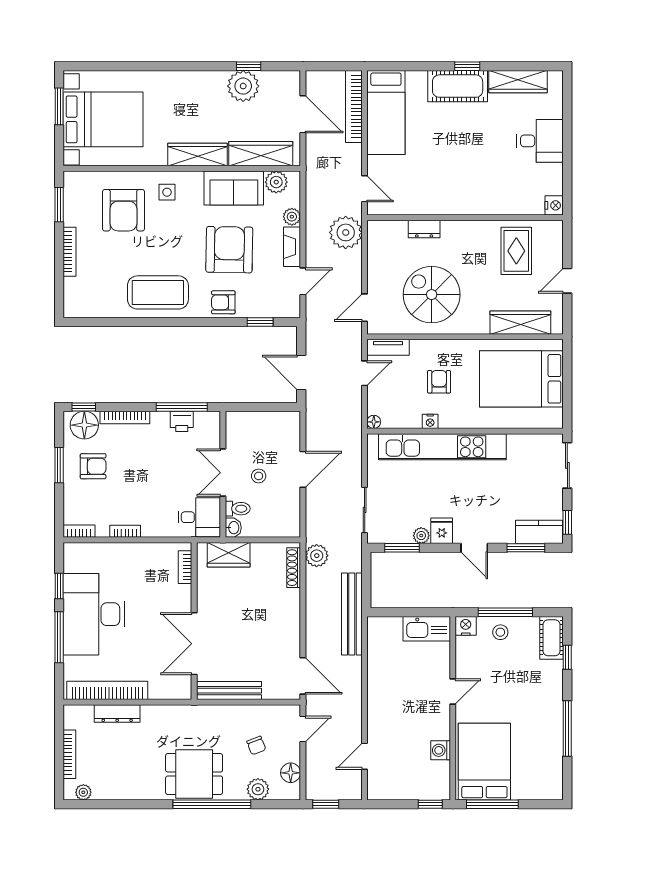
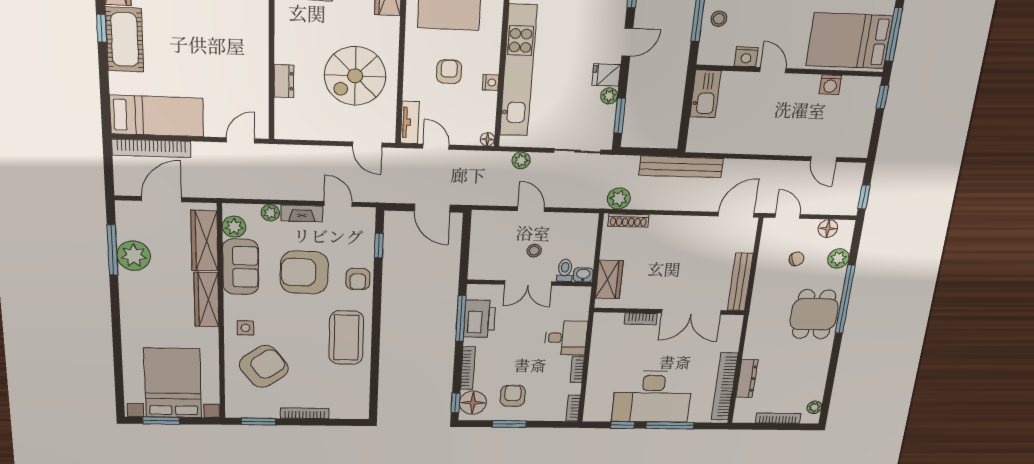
window: (249, 66) -> (112, 250), width x2.17
armchair: (123, 210) -> (264, 367), turned -36
plant: (346, 232) -> (521, 160), moved, width x0.53, depth x0.53
door: (301, 372) -> (432, 208), hinge flipped
armchair: (439, 382) -> (449, 72), turned 90
printer: (182, 421) -> (480, 319), width x1.87, depth x1.48
door: (303, 469) -> (531, 209), width x0.73
desk: (199, 517) -> (566, 338), moved, turned 90
bookcase: (185, 567) -> (641, 319), moved
nightstand: (466, 626) -> (746, 57), moved, turned -90

